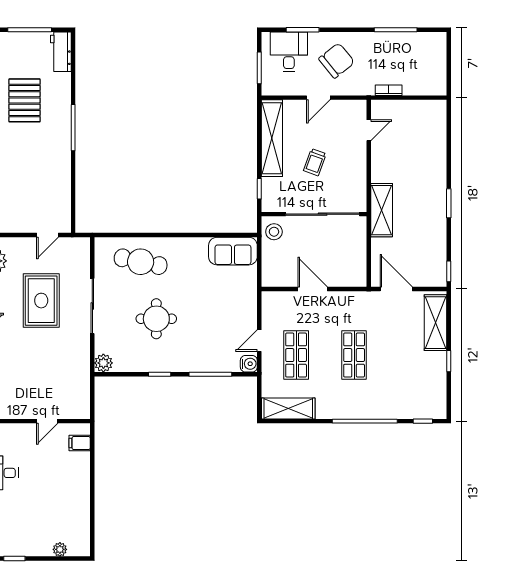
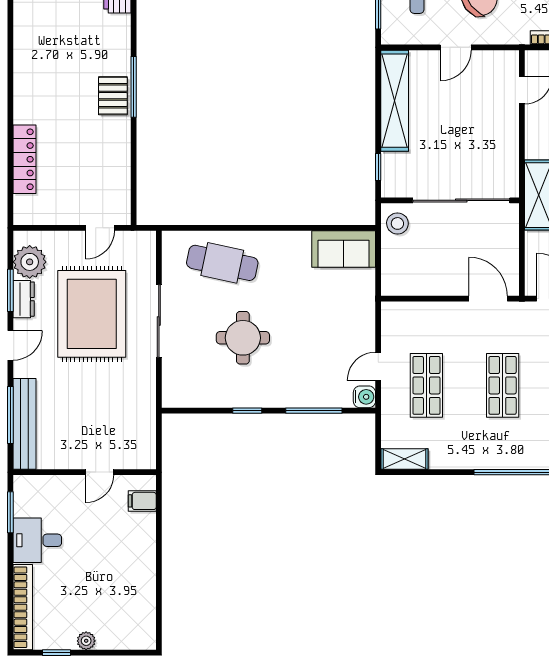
pallet: (24, 100) -> (113, 96), moved, width x0.67, depth x0.71
trolley: (315, 162) -> (451, 132), removed
door: (313, 289) -> (488, 299), moved
rug: (41, 301) -> (92, 314), width x1.37, depth x1.44
plant: (103, 363) -> (173, 396), removed
shelving: (288, 408) -> (405, 459), width x0.67, depth x0.75
plant: (60, 549) -> (86, 641), moved

